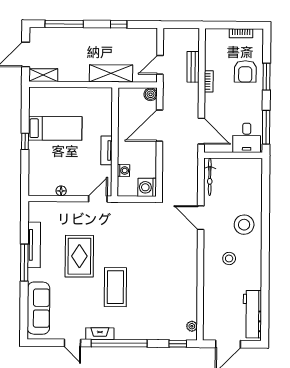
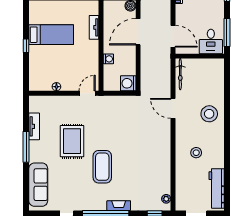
tv unit: (106, 150) -> (94, 27), moved
washing machine: (123, 171) -> (108, 59), moved
tv unit: (34, 245) -> (34, 126), width x0.71
stool: (229, 258) -> (196, 153), moved
fireplace: (100, 334) -> (119, 206), moved

